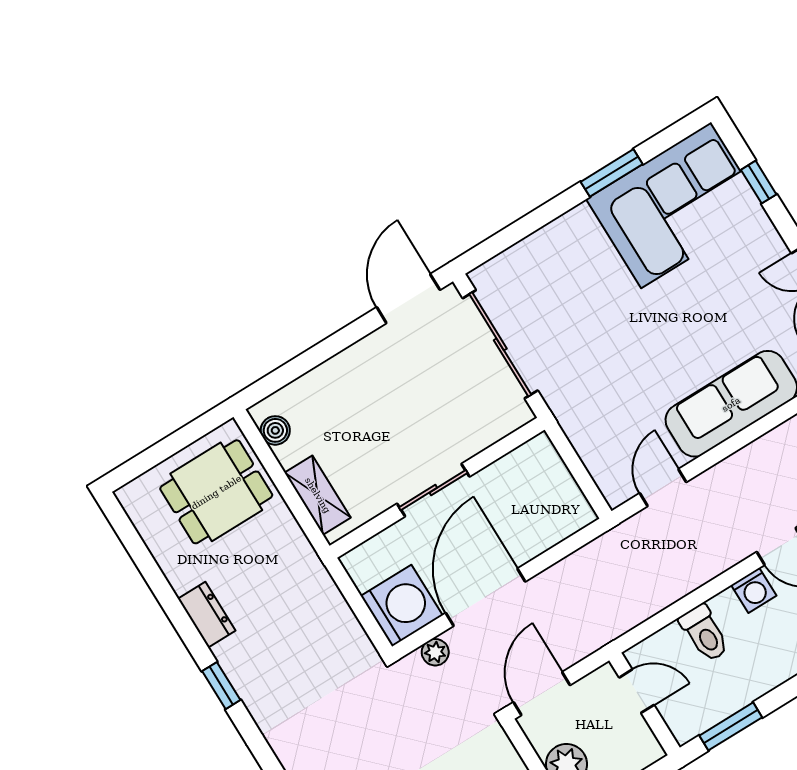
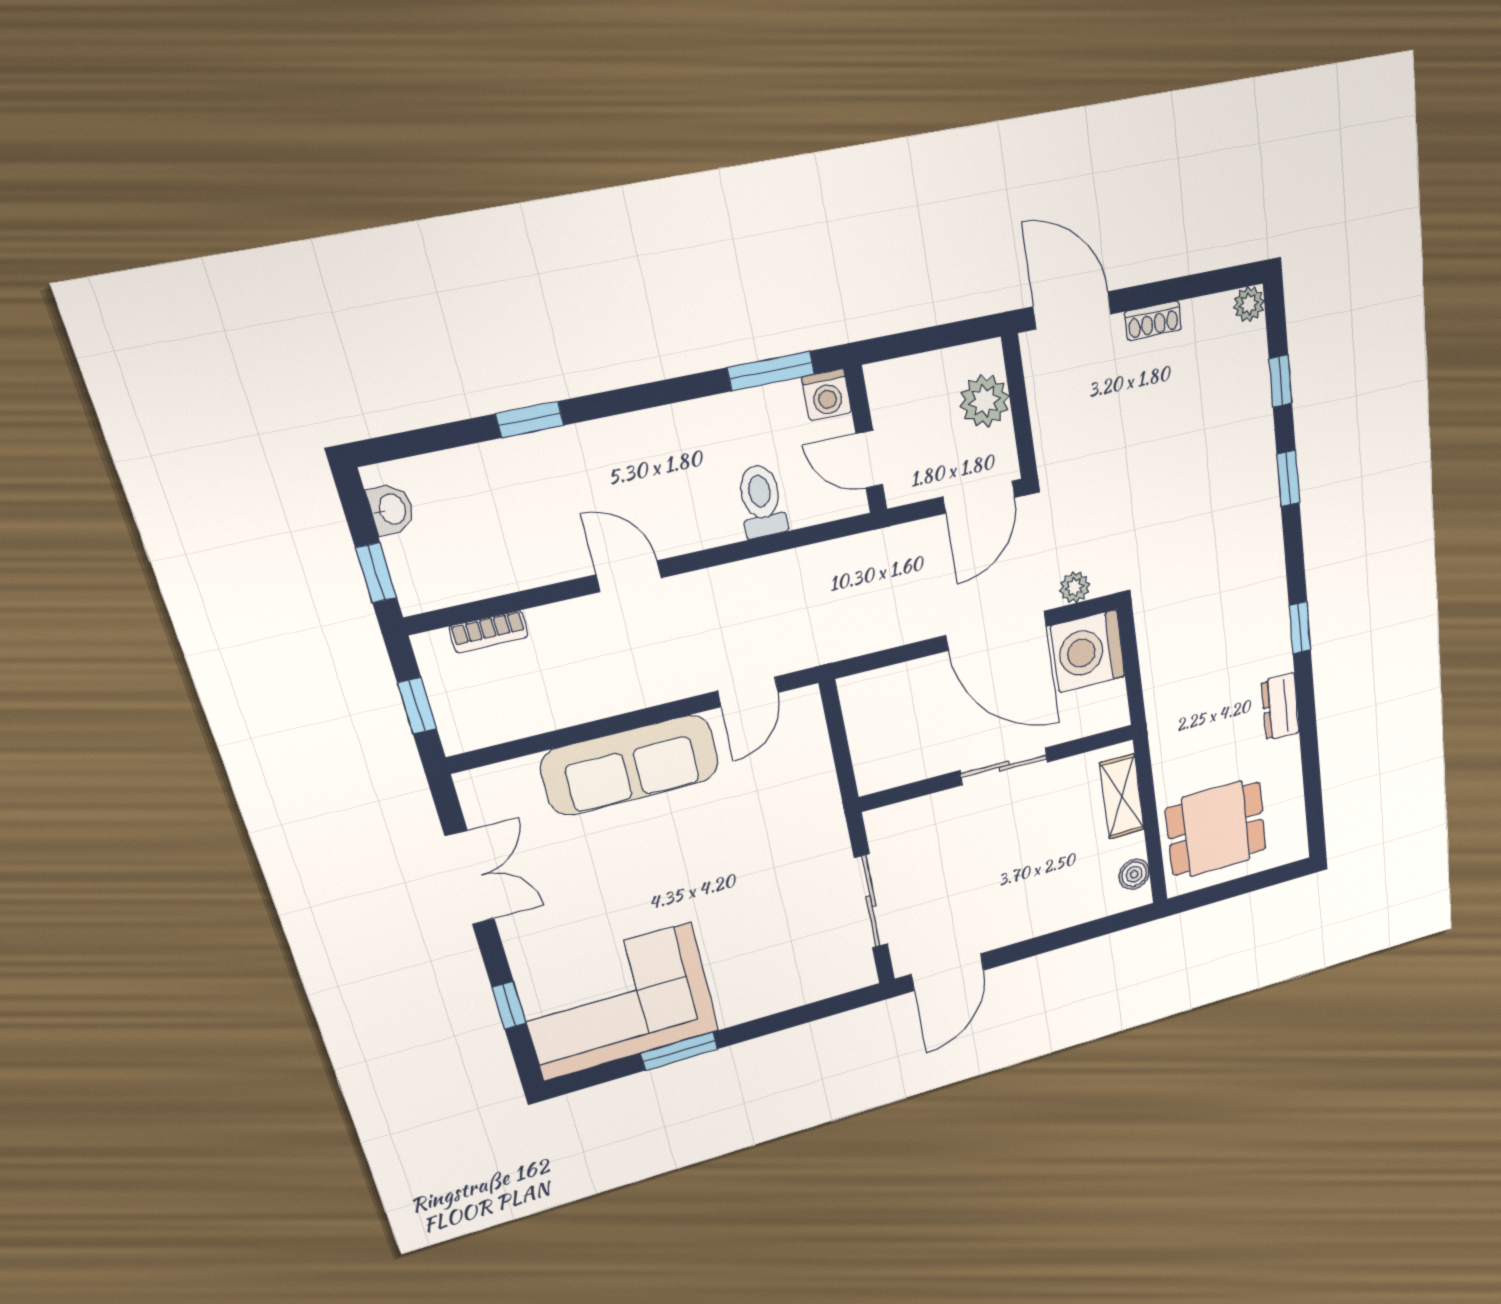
sliding door: (500, 344) -> (871, 901), width x0.73
washing machine: (754, 590) -> (827, 395), moved, turned 180
door: (486, 597) -> (996, 631), hinge flipped

